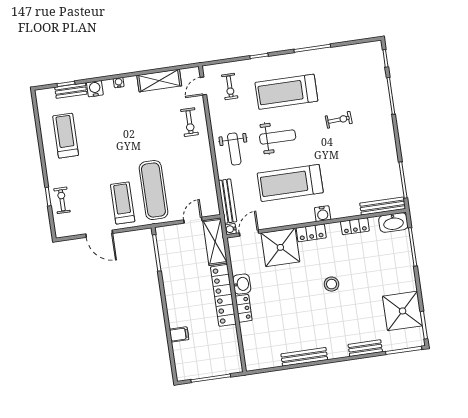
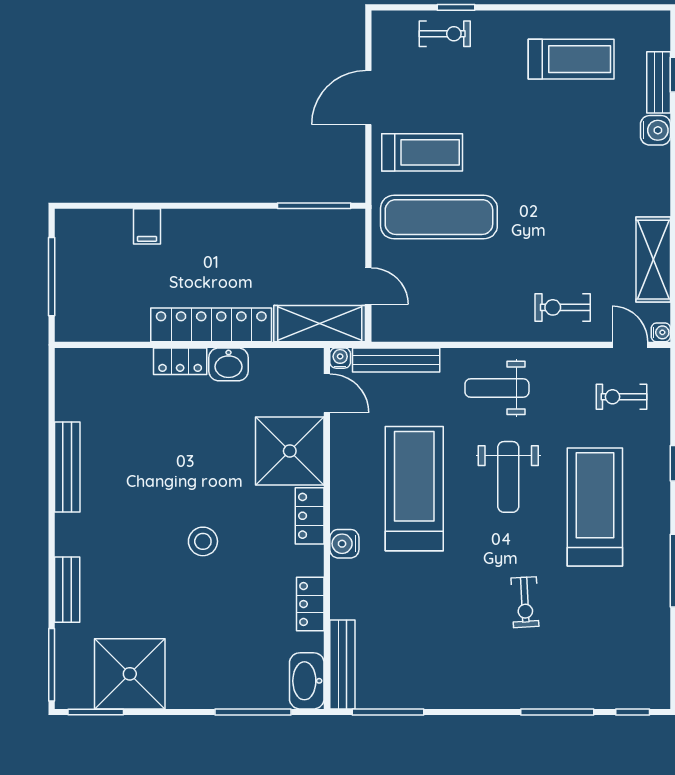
water cooler: (119, 83) -> (661, 332), moved

